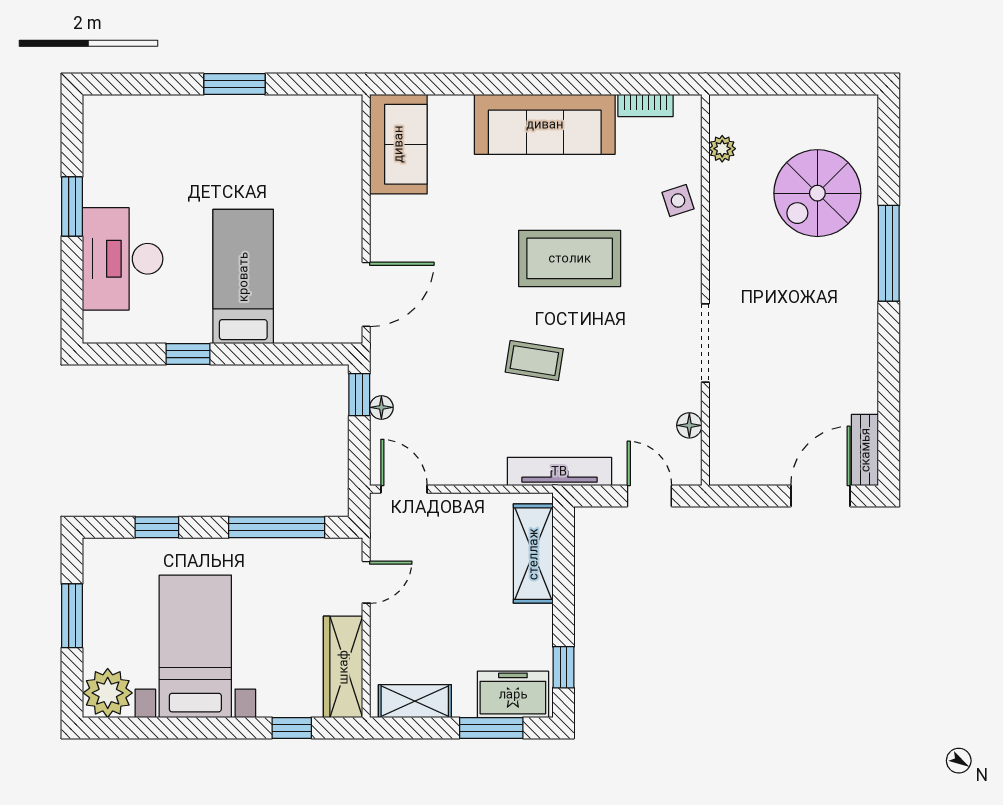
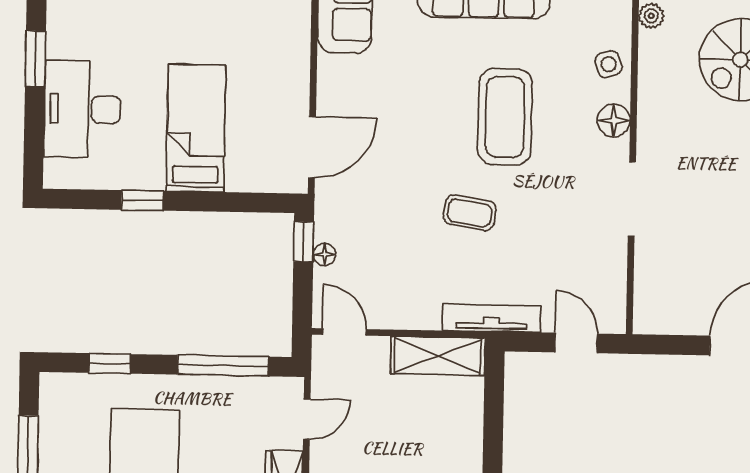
coffee table: (570, 258) -> (505, 117), turned 90
floor lamp: (689, 425) -> (614, 121), moved, width x1.37, depth x1.37
shelving: (533, 554) -> (438, 356), moved, turned 90

